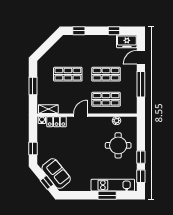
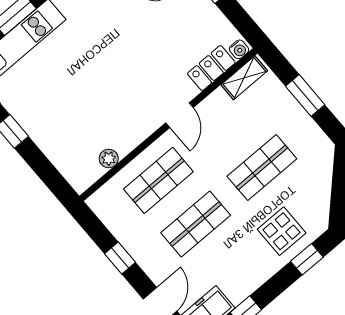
display table: (79, 47) -> (282, 231), added
window: (141, 84) -> (120, 258), width x0.46
round table: (118, 145) -> (69, 118), removed

